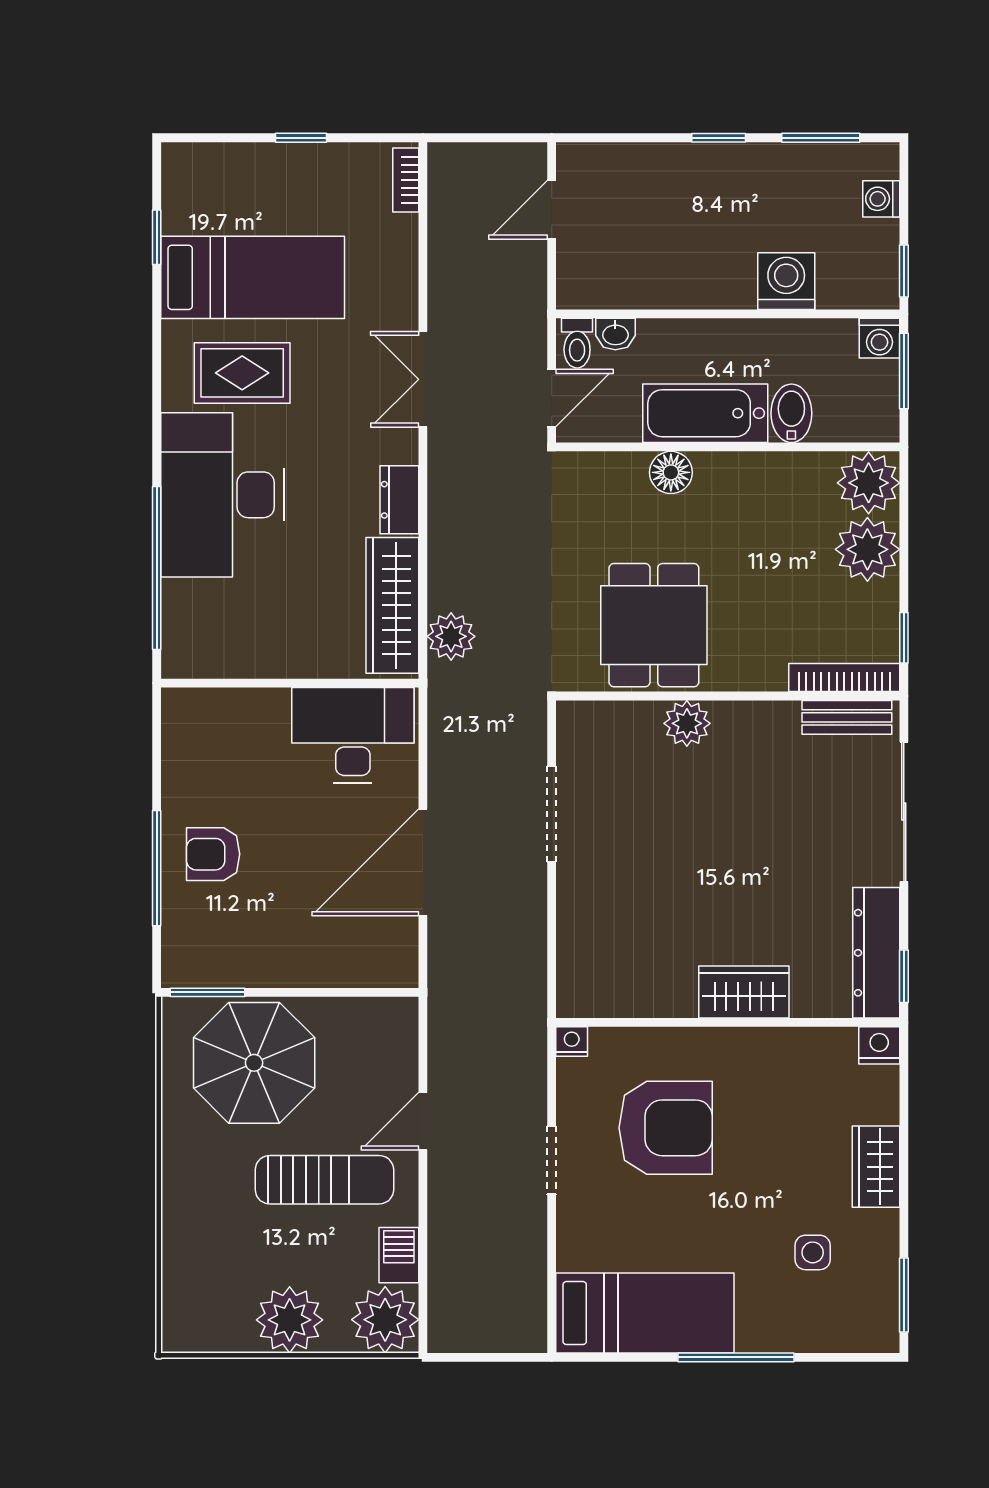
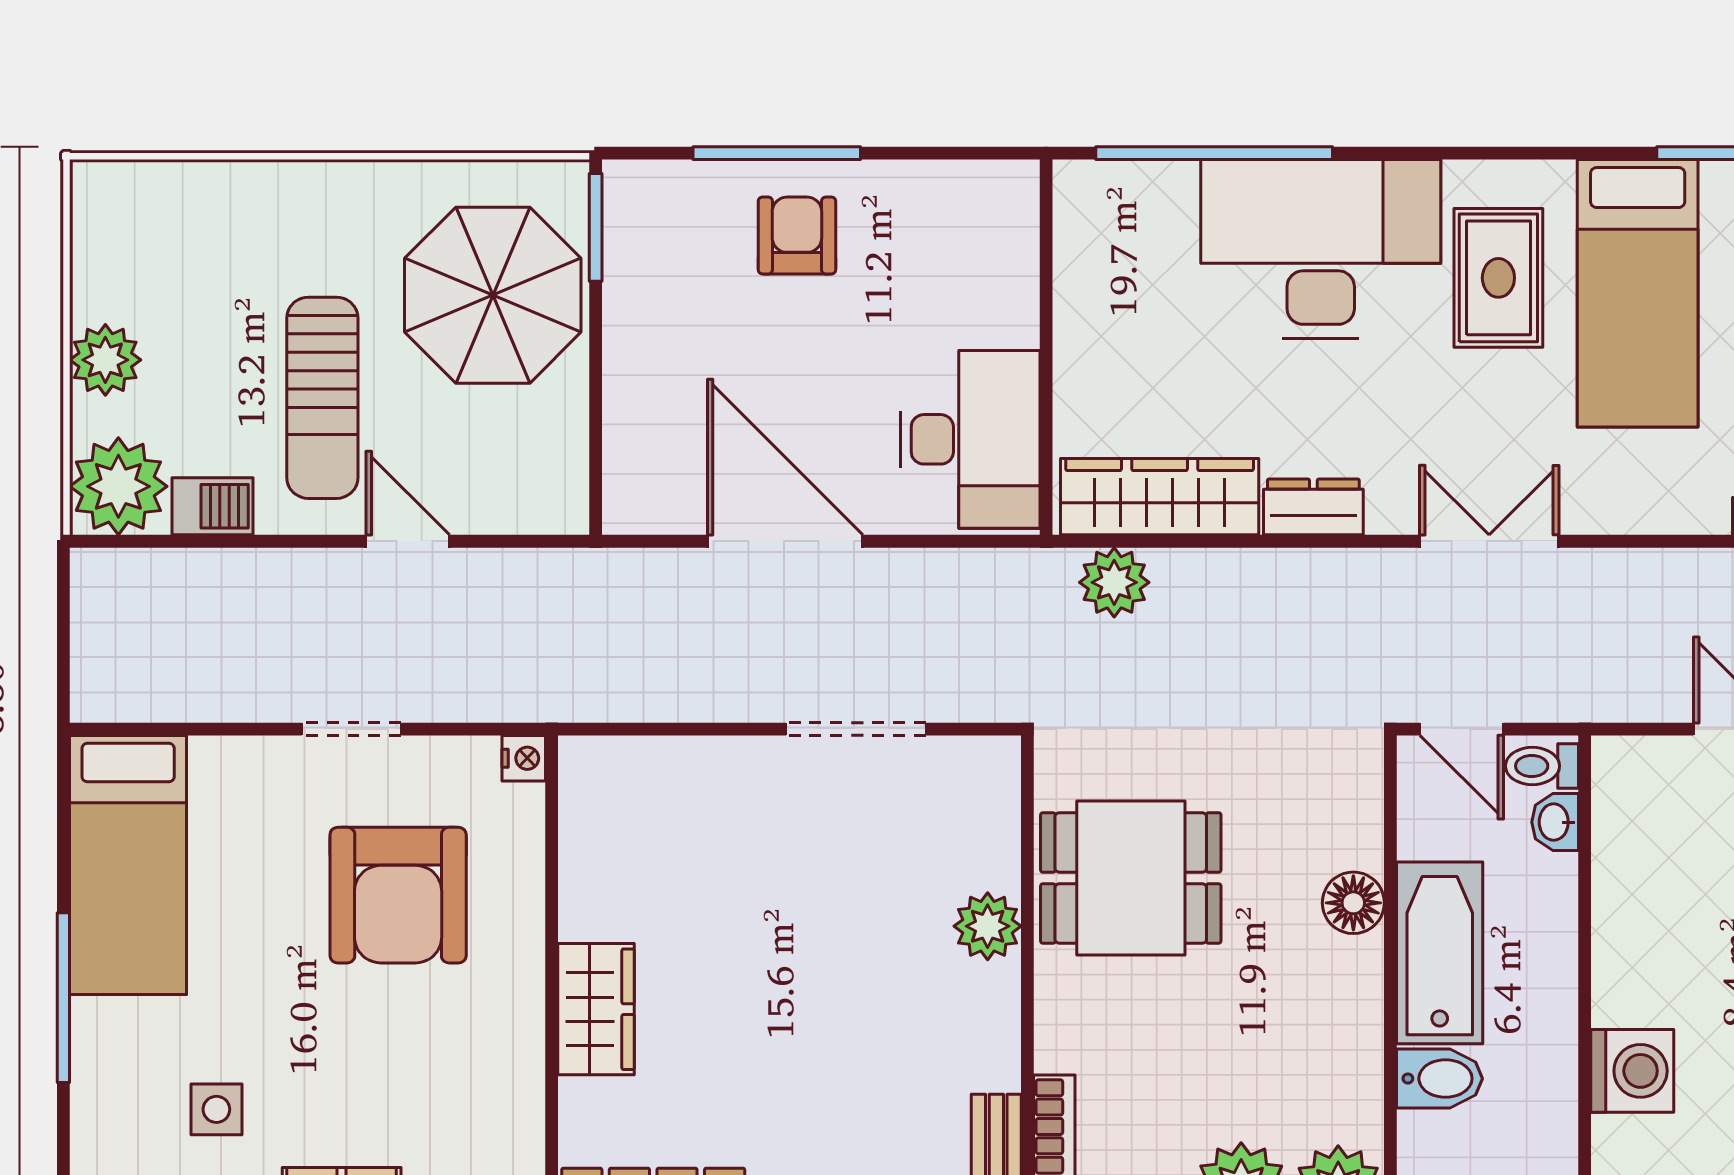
plant: (290, 1320) -> (105, 360), width x0.73, depth x0.73

